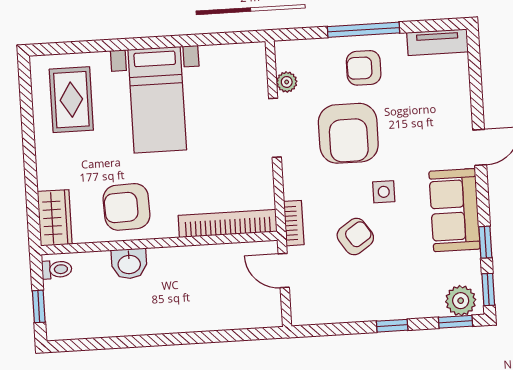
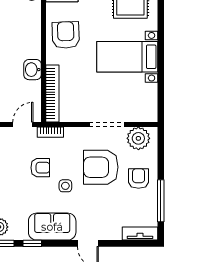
window: (364, 30) -> (161, 201), moved
tv unit: (437, 42) -> (140, 233), moved, turned 90
plant: (287, 82) -> (138, 138), width x1.87, depth x1.87
armchair: (355, 237) -> (40, 168), turned -56
washbasin: (129, 264) -> (33, 70), moved

